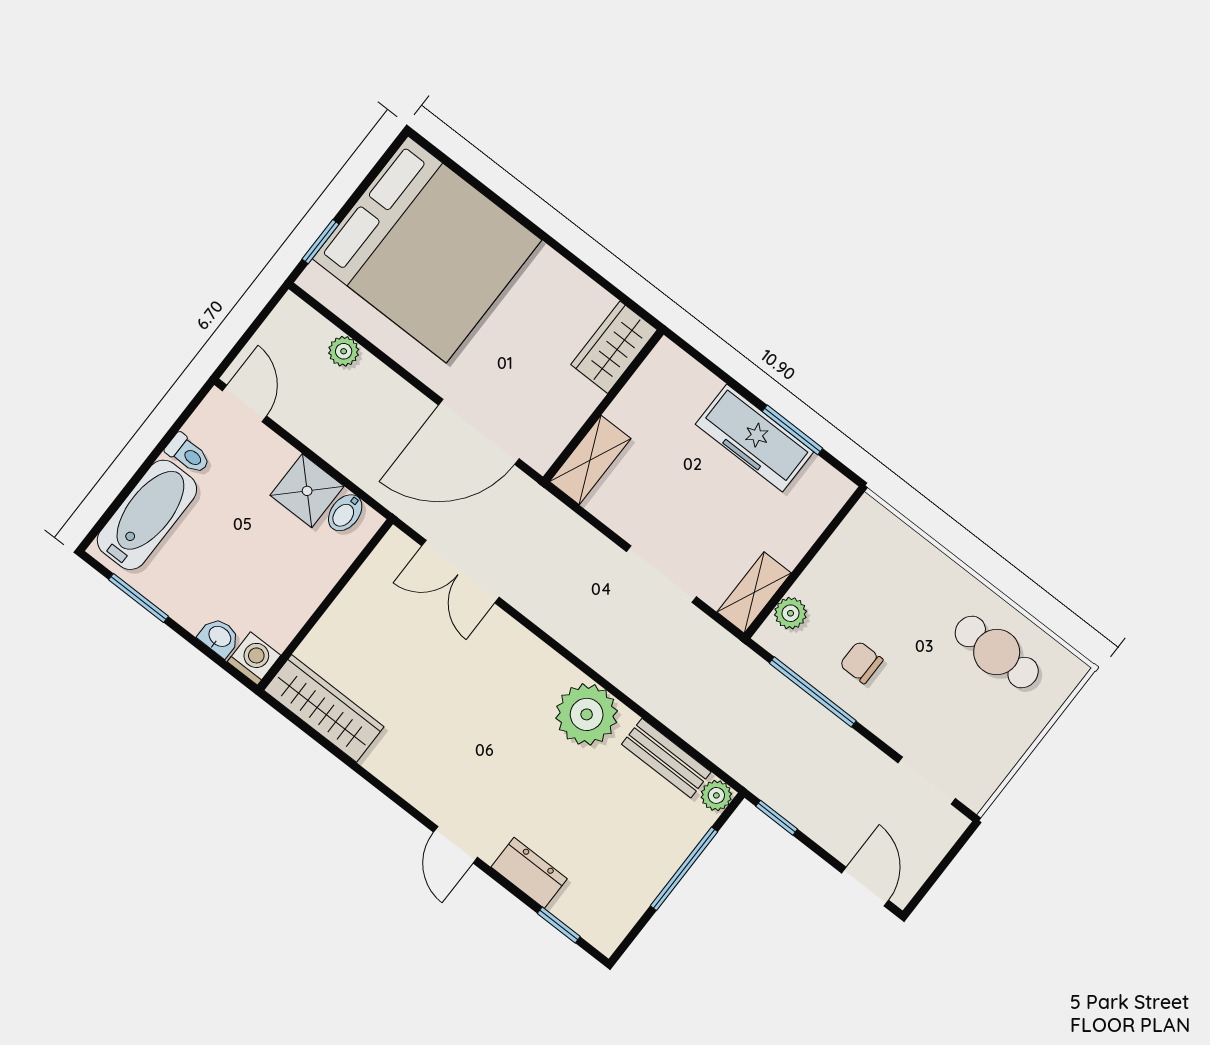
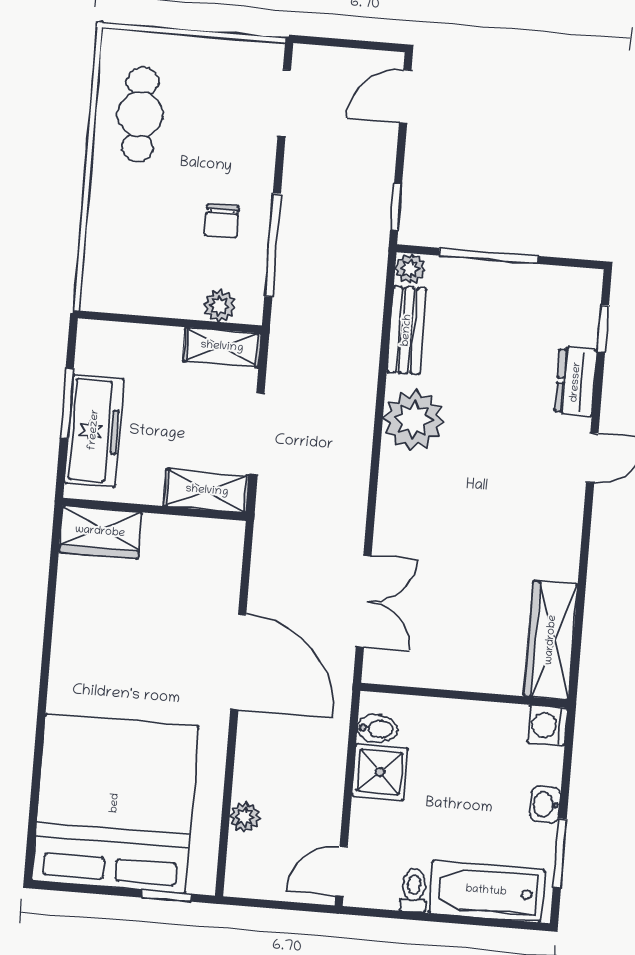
wardrobe: (614, 347) -> (100, 532), moved
wall: (603, 406) -> (154, 509), moved
shelving: (590, 460) -> (207, 491), moved
washbasin: (219, 637) -> (545, 804), moved

